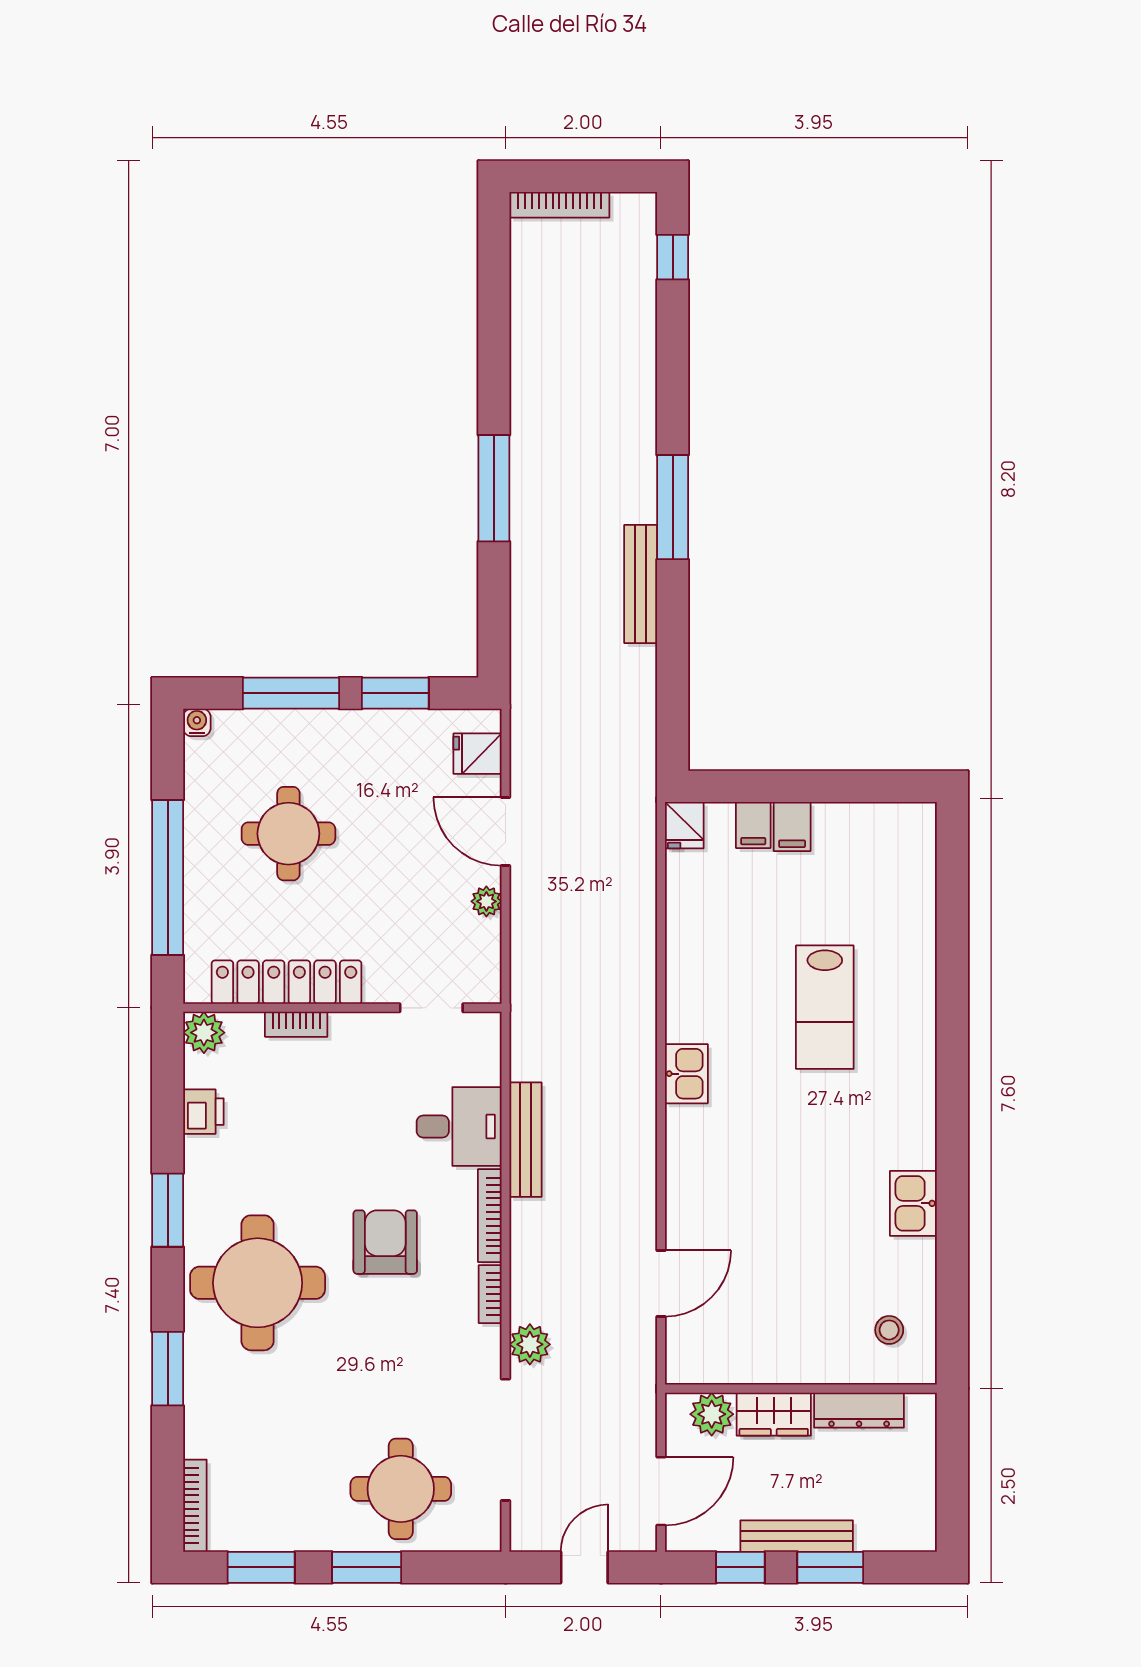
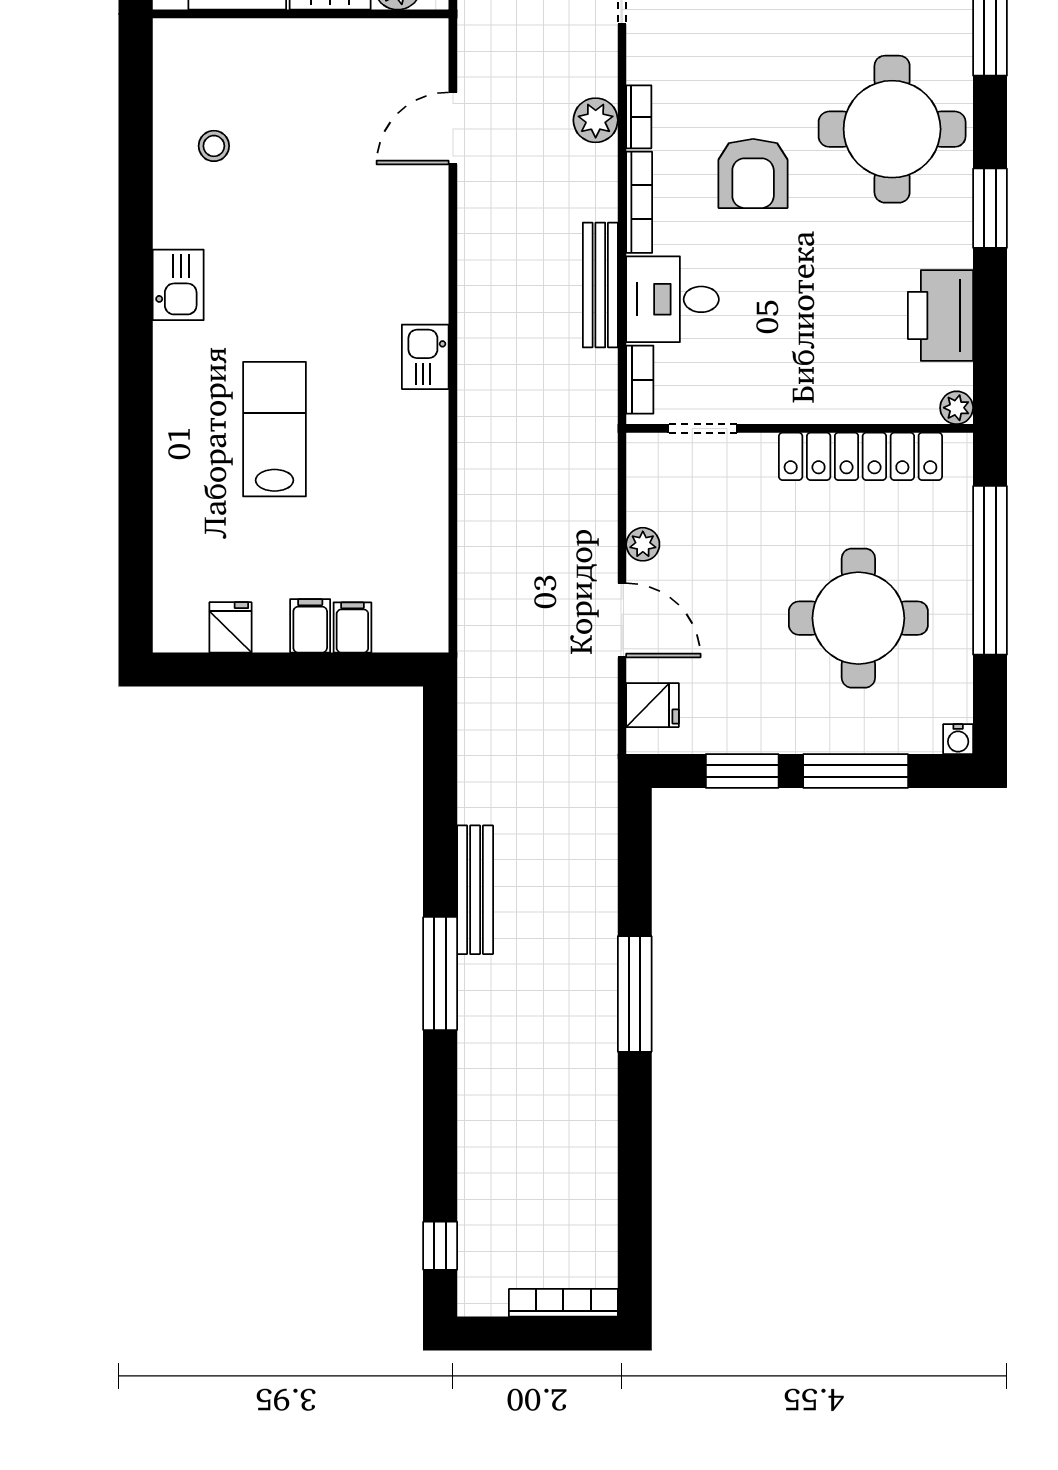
fridge: (684, 825) -> (230, 627), moved
round table: (288, 834) -> (858, 618), width x1.36, depth x1.36
bookcase: (296, 1024) -> (640, 380), moved, turned 90
plant: (204, 1033) -> (957, 408), width x0.73, depth x0.73
printer: (203, 1112) -> (940, 315), width x1.87, depth x1.48
kitchen sink: (913, 1203) -> (178, 285), moved
stool: (889, 1330) -> (214, 146), moved
plant: (530, 1344) -> (596, 120), moved

